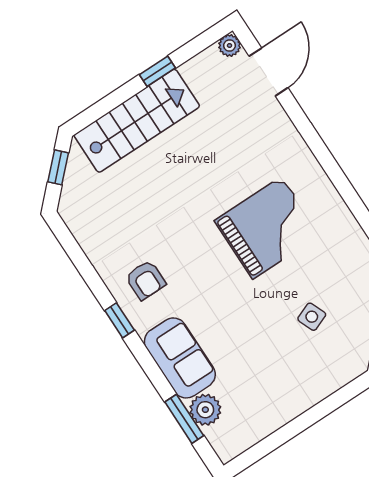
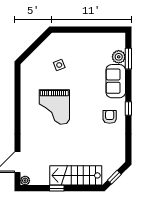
grand piano: (267, 228) -> (54, 107), turned -90

